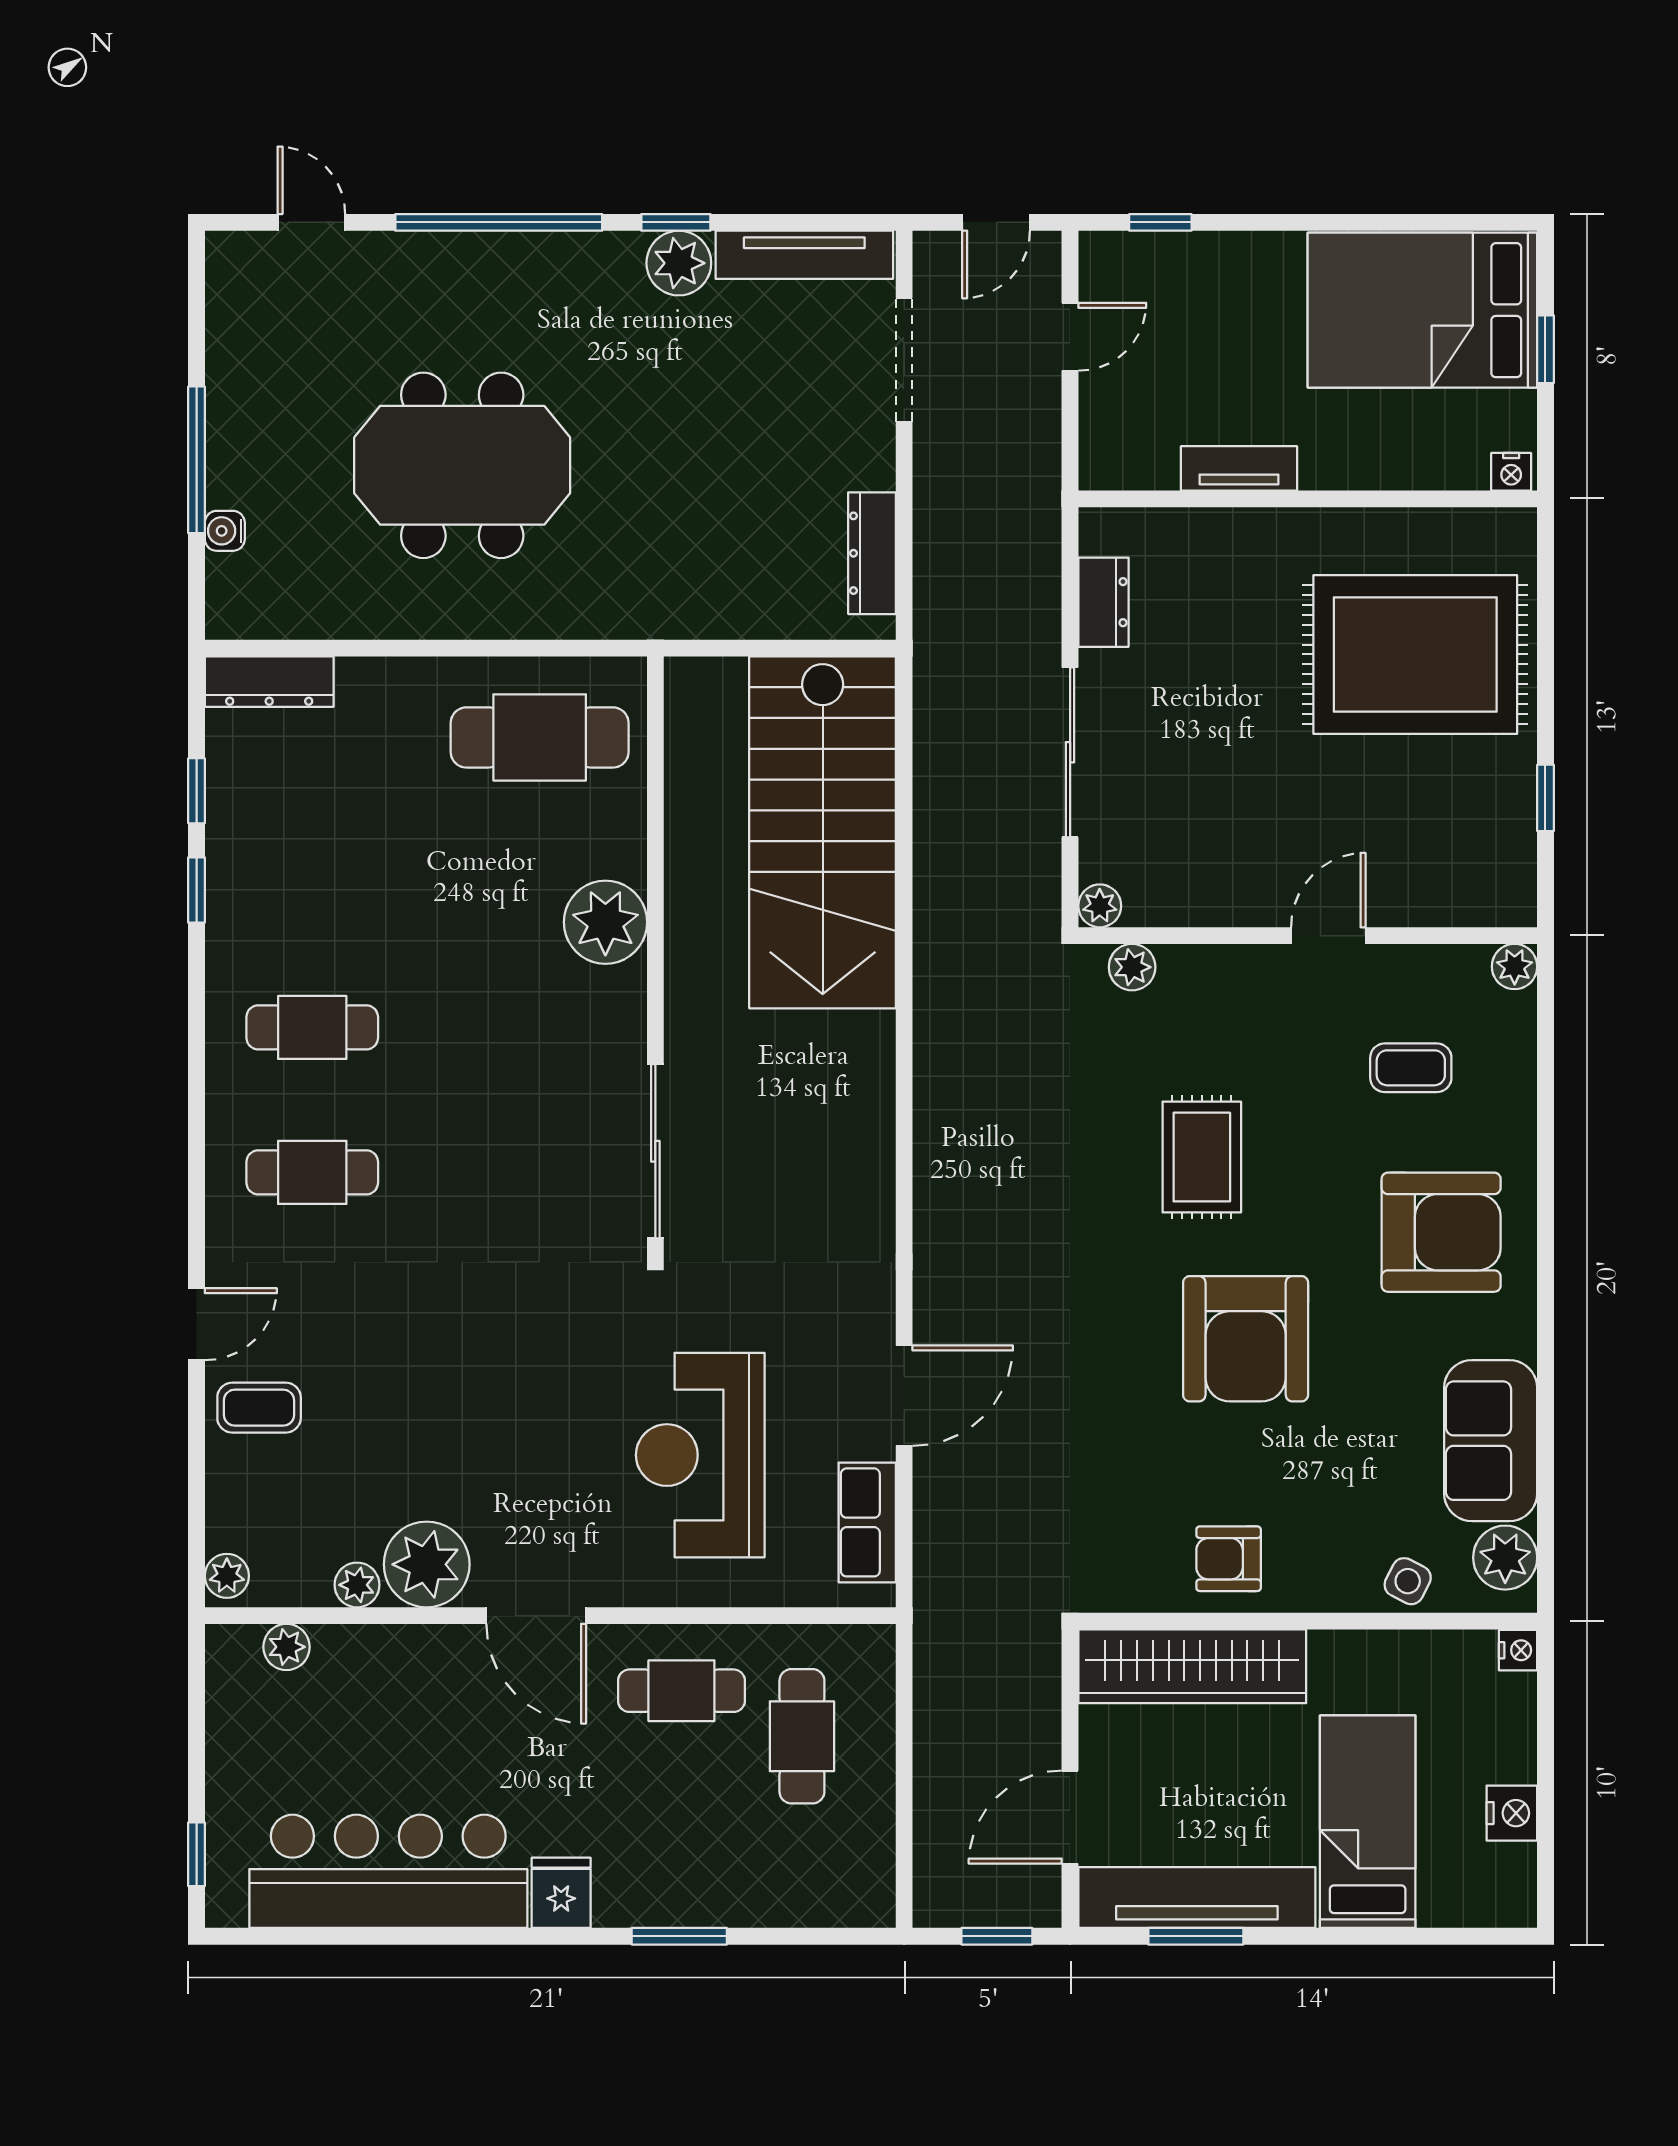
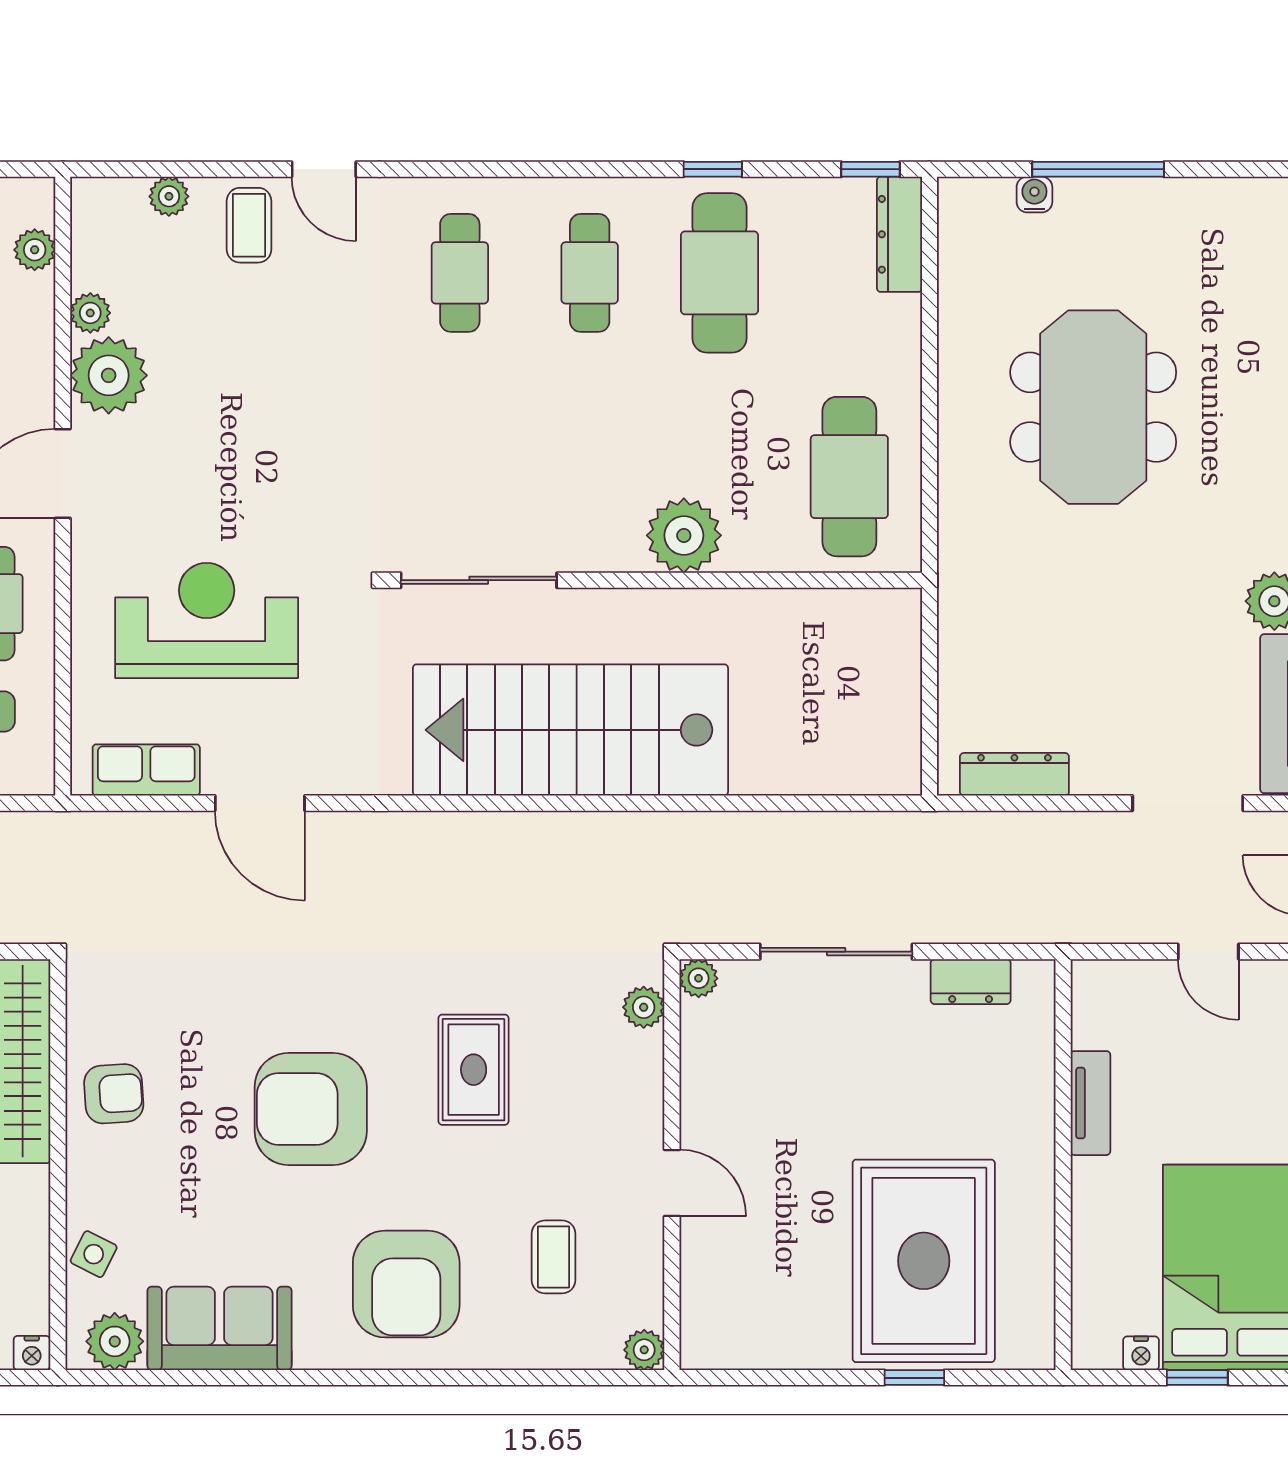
nightstand: (1511, 472) -> (1141, 1353), moved, turned -90
window: (197, 791) -> (870, 169), moved
window: (1545, 798) -> (914, 1378), moved
stairs: (823, 832) -> (570, 730), moved
cafe table: (312, 882) -> (720, 273), added
rug: (1202, 1157) -> (474, 1070), turned 90
armchair: (1229, 1559) -> (114, 1094), turned 86
plant: (227, 1576) -> (169, 196), moved

